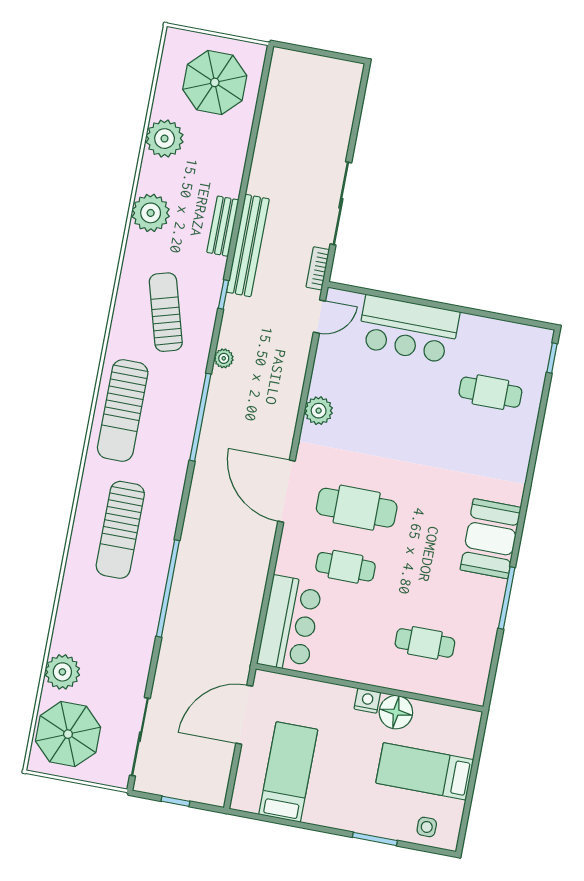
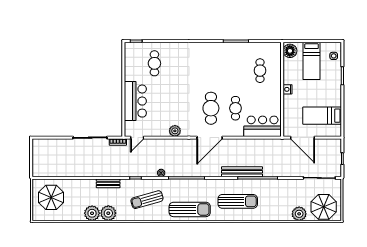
plant: (165, 139) -> (92, 213), moved
bench: (248, 245) -> (242, 172), moved
door: (319, 317) -> (137, 138), swing flipped
booth: (491, 539) -> (213, 52), removed
floor lamp: (396, 712) -> (290, 51), moved

